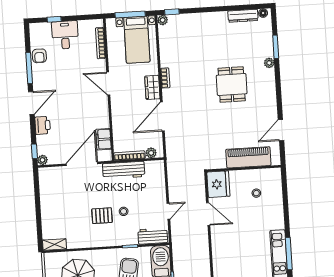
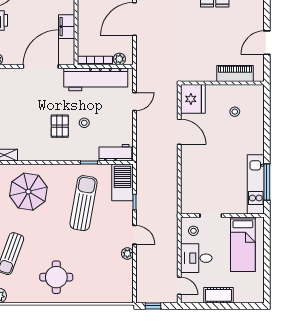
filing cabinet: (103, 139) -> (67, 27), moved
piano: (248, 157) -> (235, 74), width x0.73, depth x0.75
workbench: (124, 170) -> (96, 79), width x1.36, depth x1.32
door: (168, 211) -> (135, 102), moved
pallet: (102, 216) -> (60, 126), turned 90

